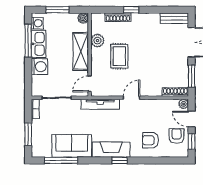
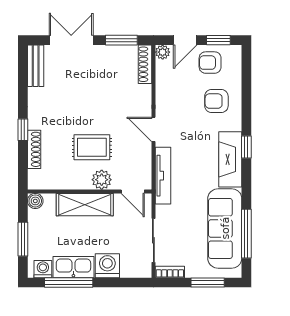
plant: (97, 41) -> (102, 180), moved
armchair: (151, 140) -> (216, 101), turned 90
sofa: (72, 146) -> (225, 228), width x1.36

